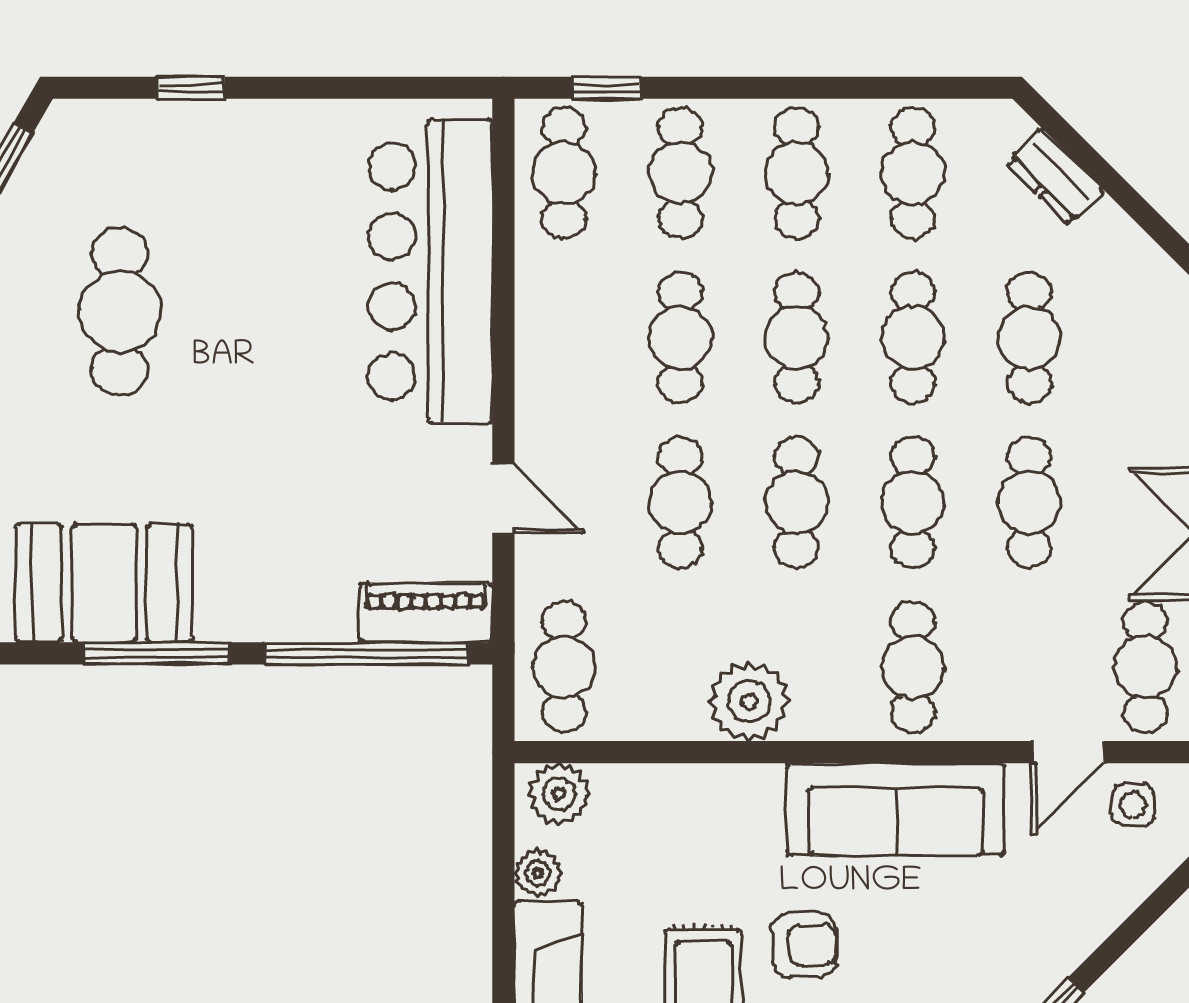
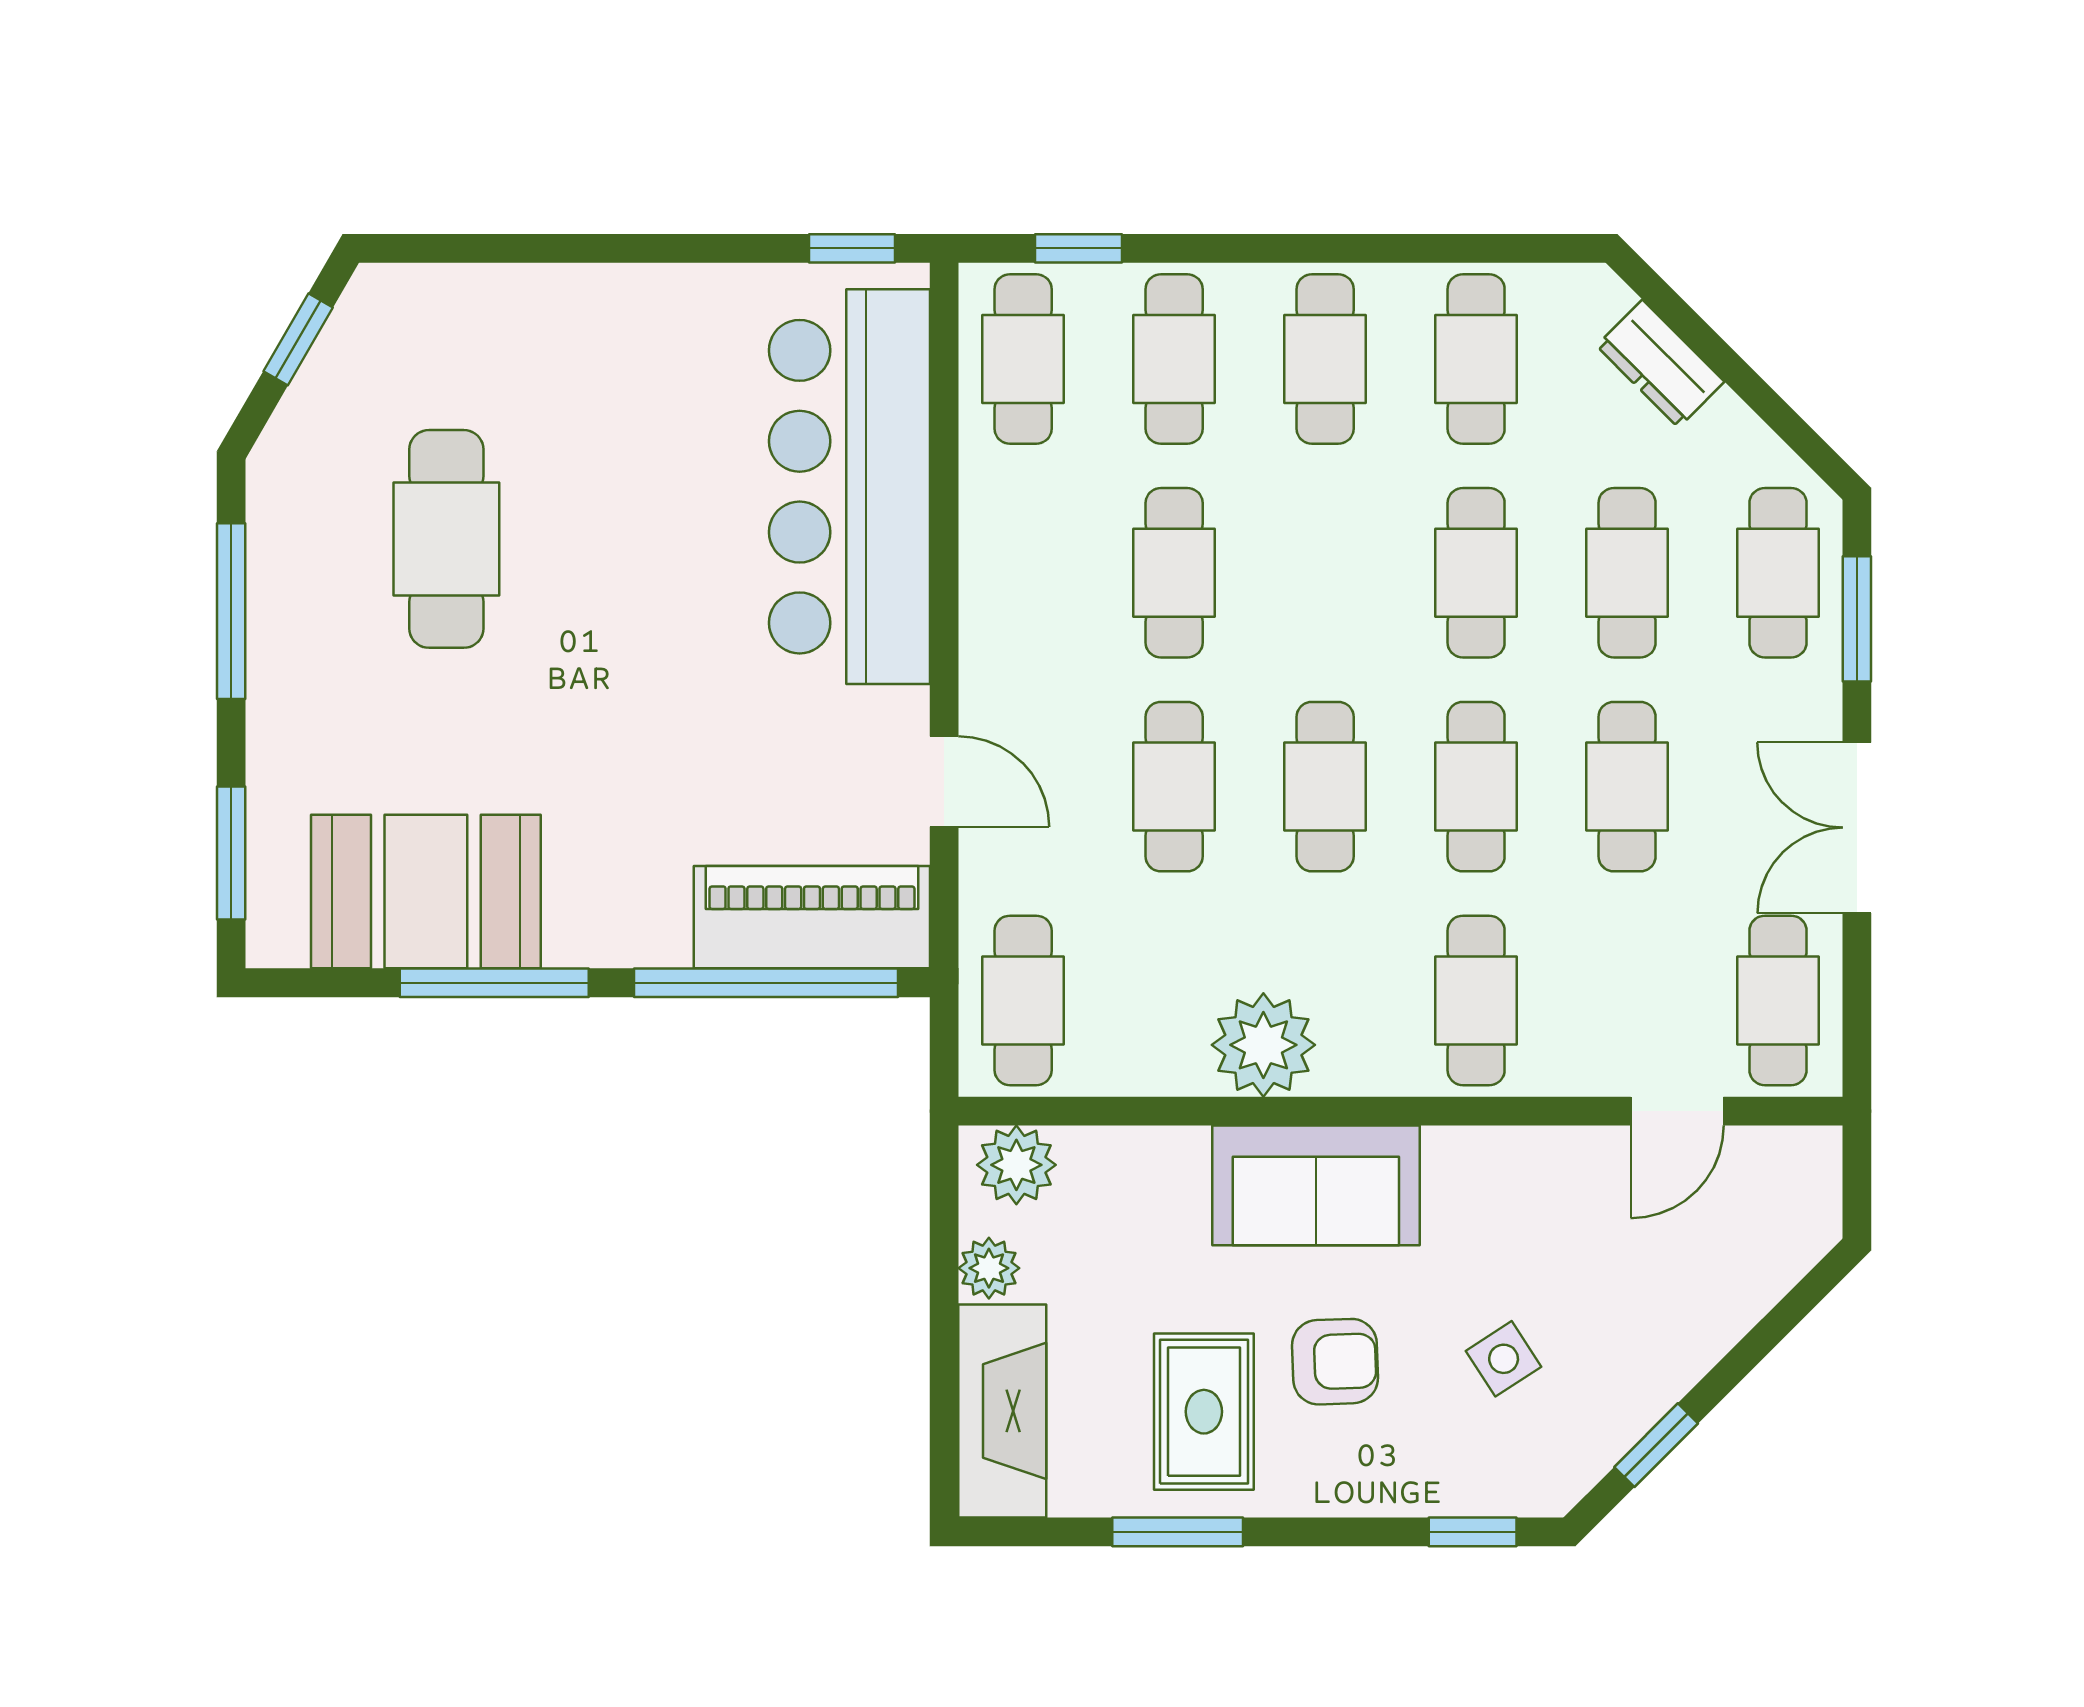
window: (191, 88) -> (852, 248), moved
cafe table: (797, 338) -> (1778, 573), moved
piano: (426, 613) -> (812, 917), width x1.37, depth x1.33
side table: (1133, 805) -> (1504, 1359), moved, turned -33
sofa: (896, 809) -> (1316, 1185), moved, width x0.73

